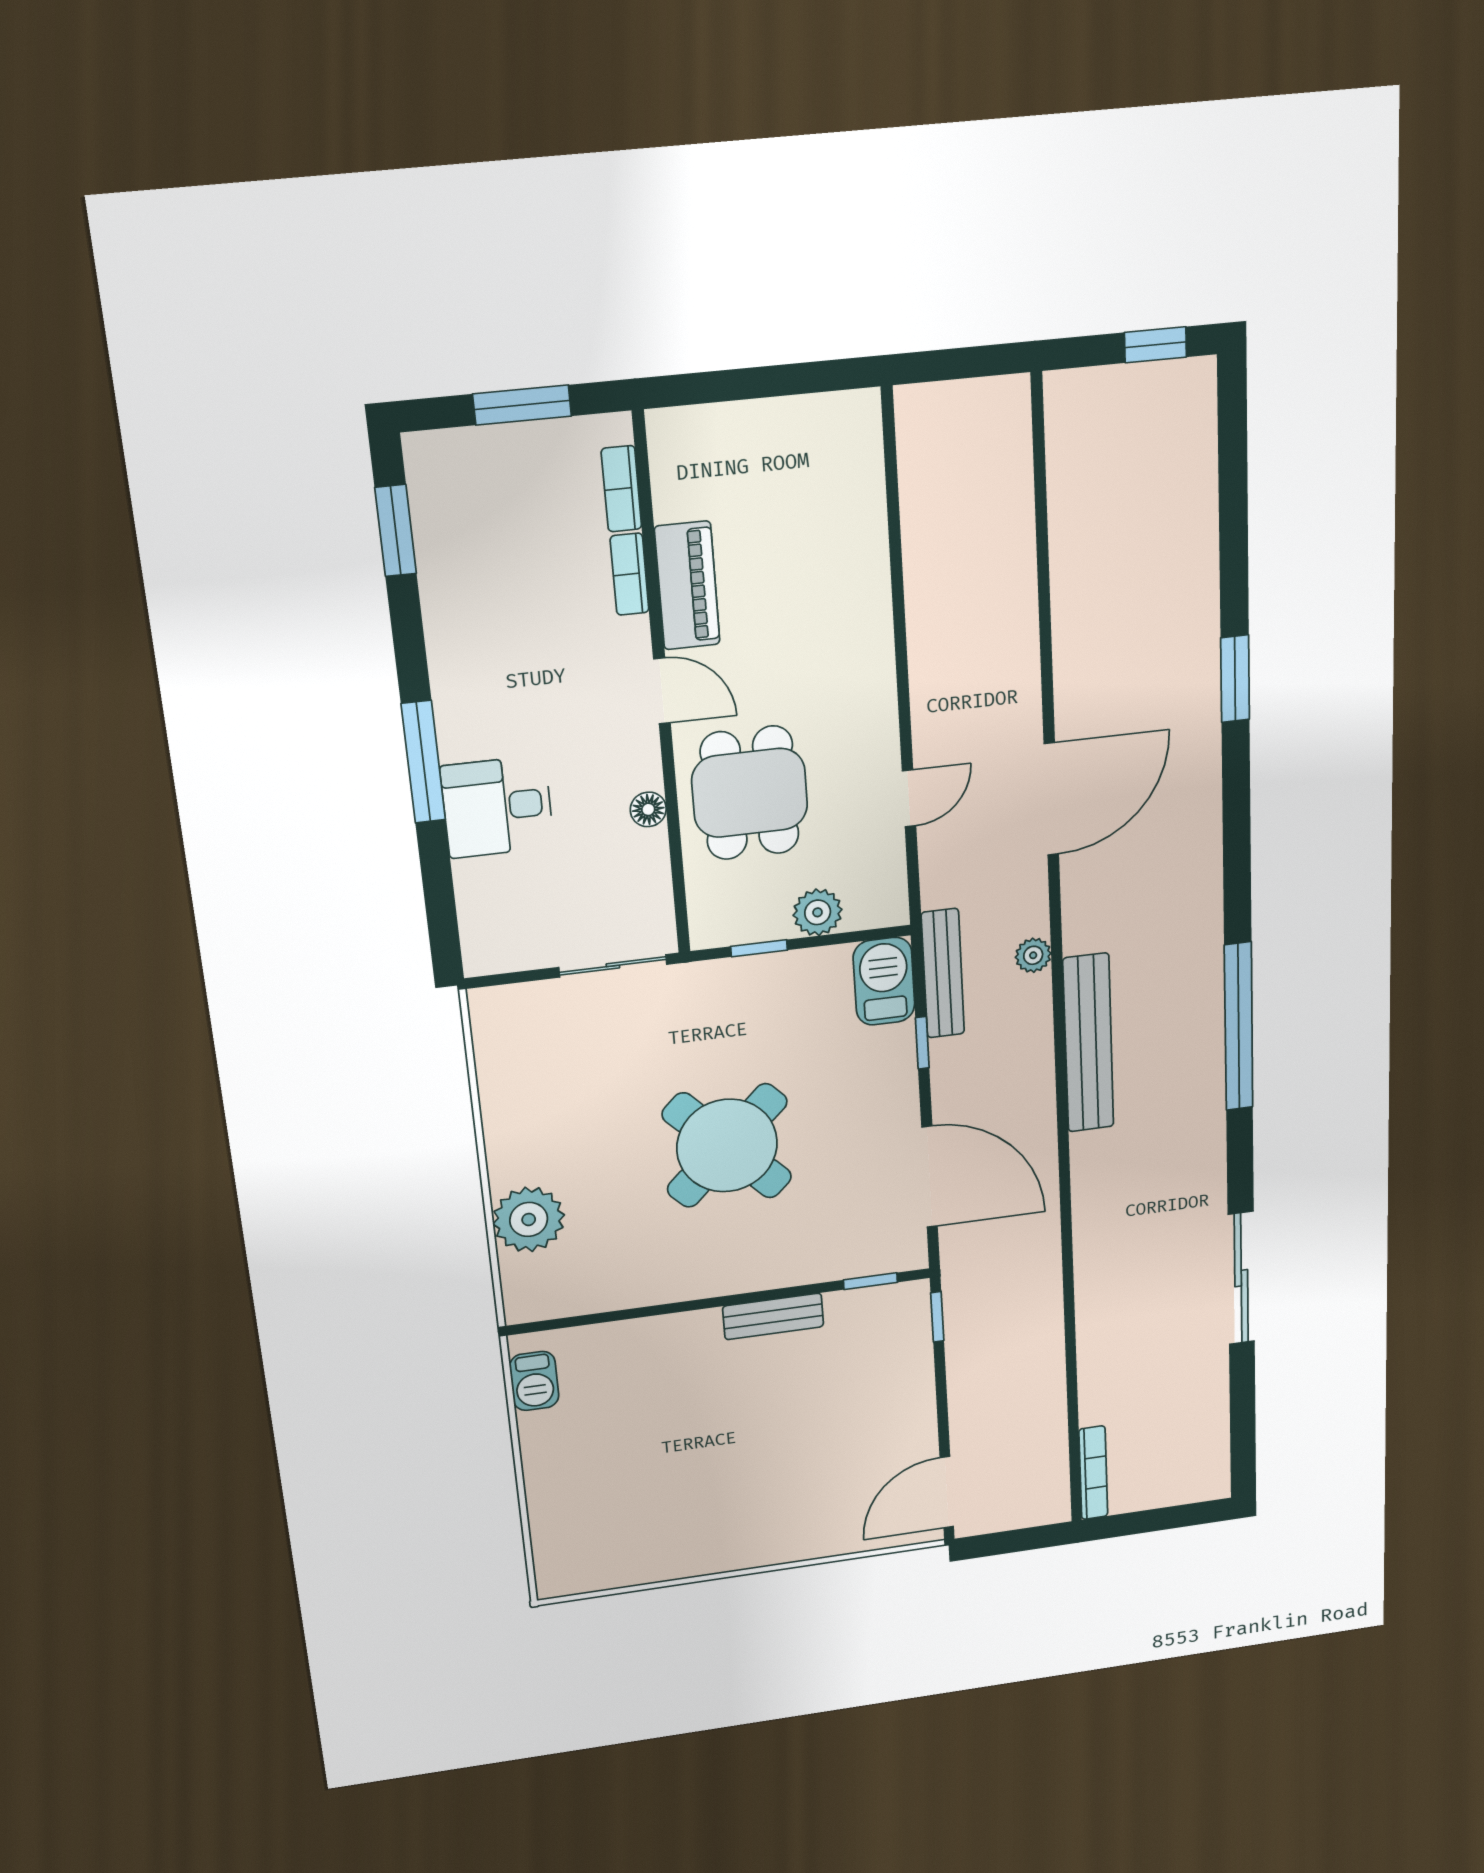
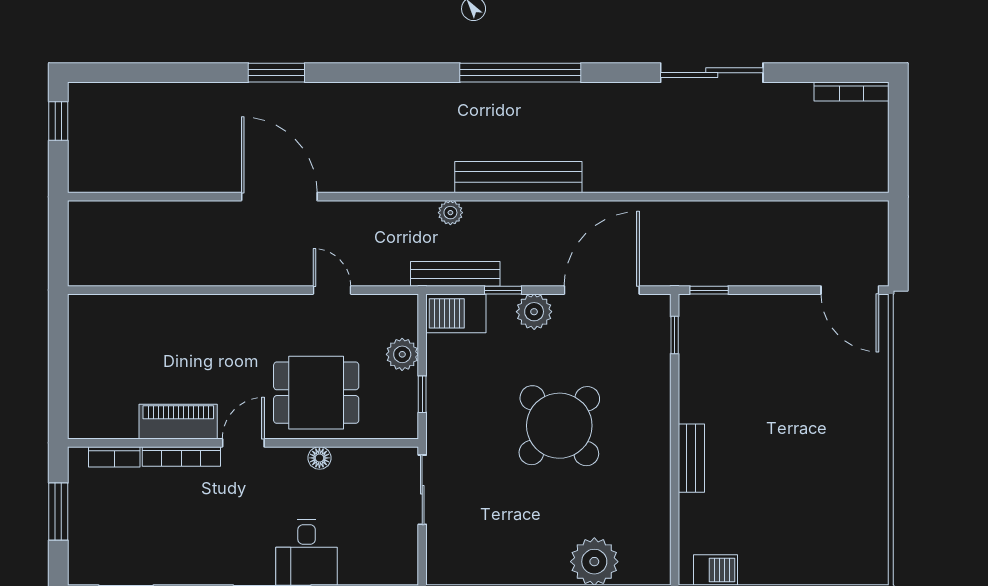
bookcase: (630, 574) -> (181, 456), width x1.56
door: (1051, 799) -> (279, 197), moved
plant: (893, 1090) -> (534, 312), added
bench: (773, 1316) -> (691, 458), moved
bookcase: (1093, 1473) -> (852, 92), moved, turned 180

